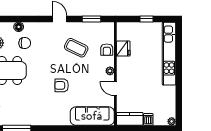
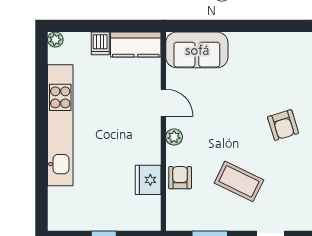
kitchen unit: (169, 54) -> (60, 125), moved
armchair: (62, 85) -> (283, 125), moved, turned 73
sofa: (92, 116) -> (197, 50), width x0.73

